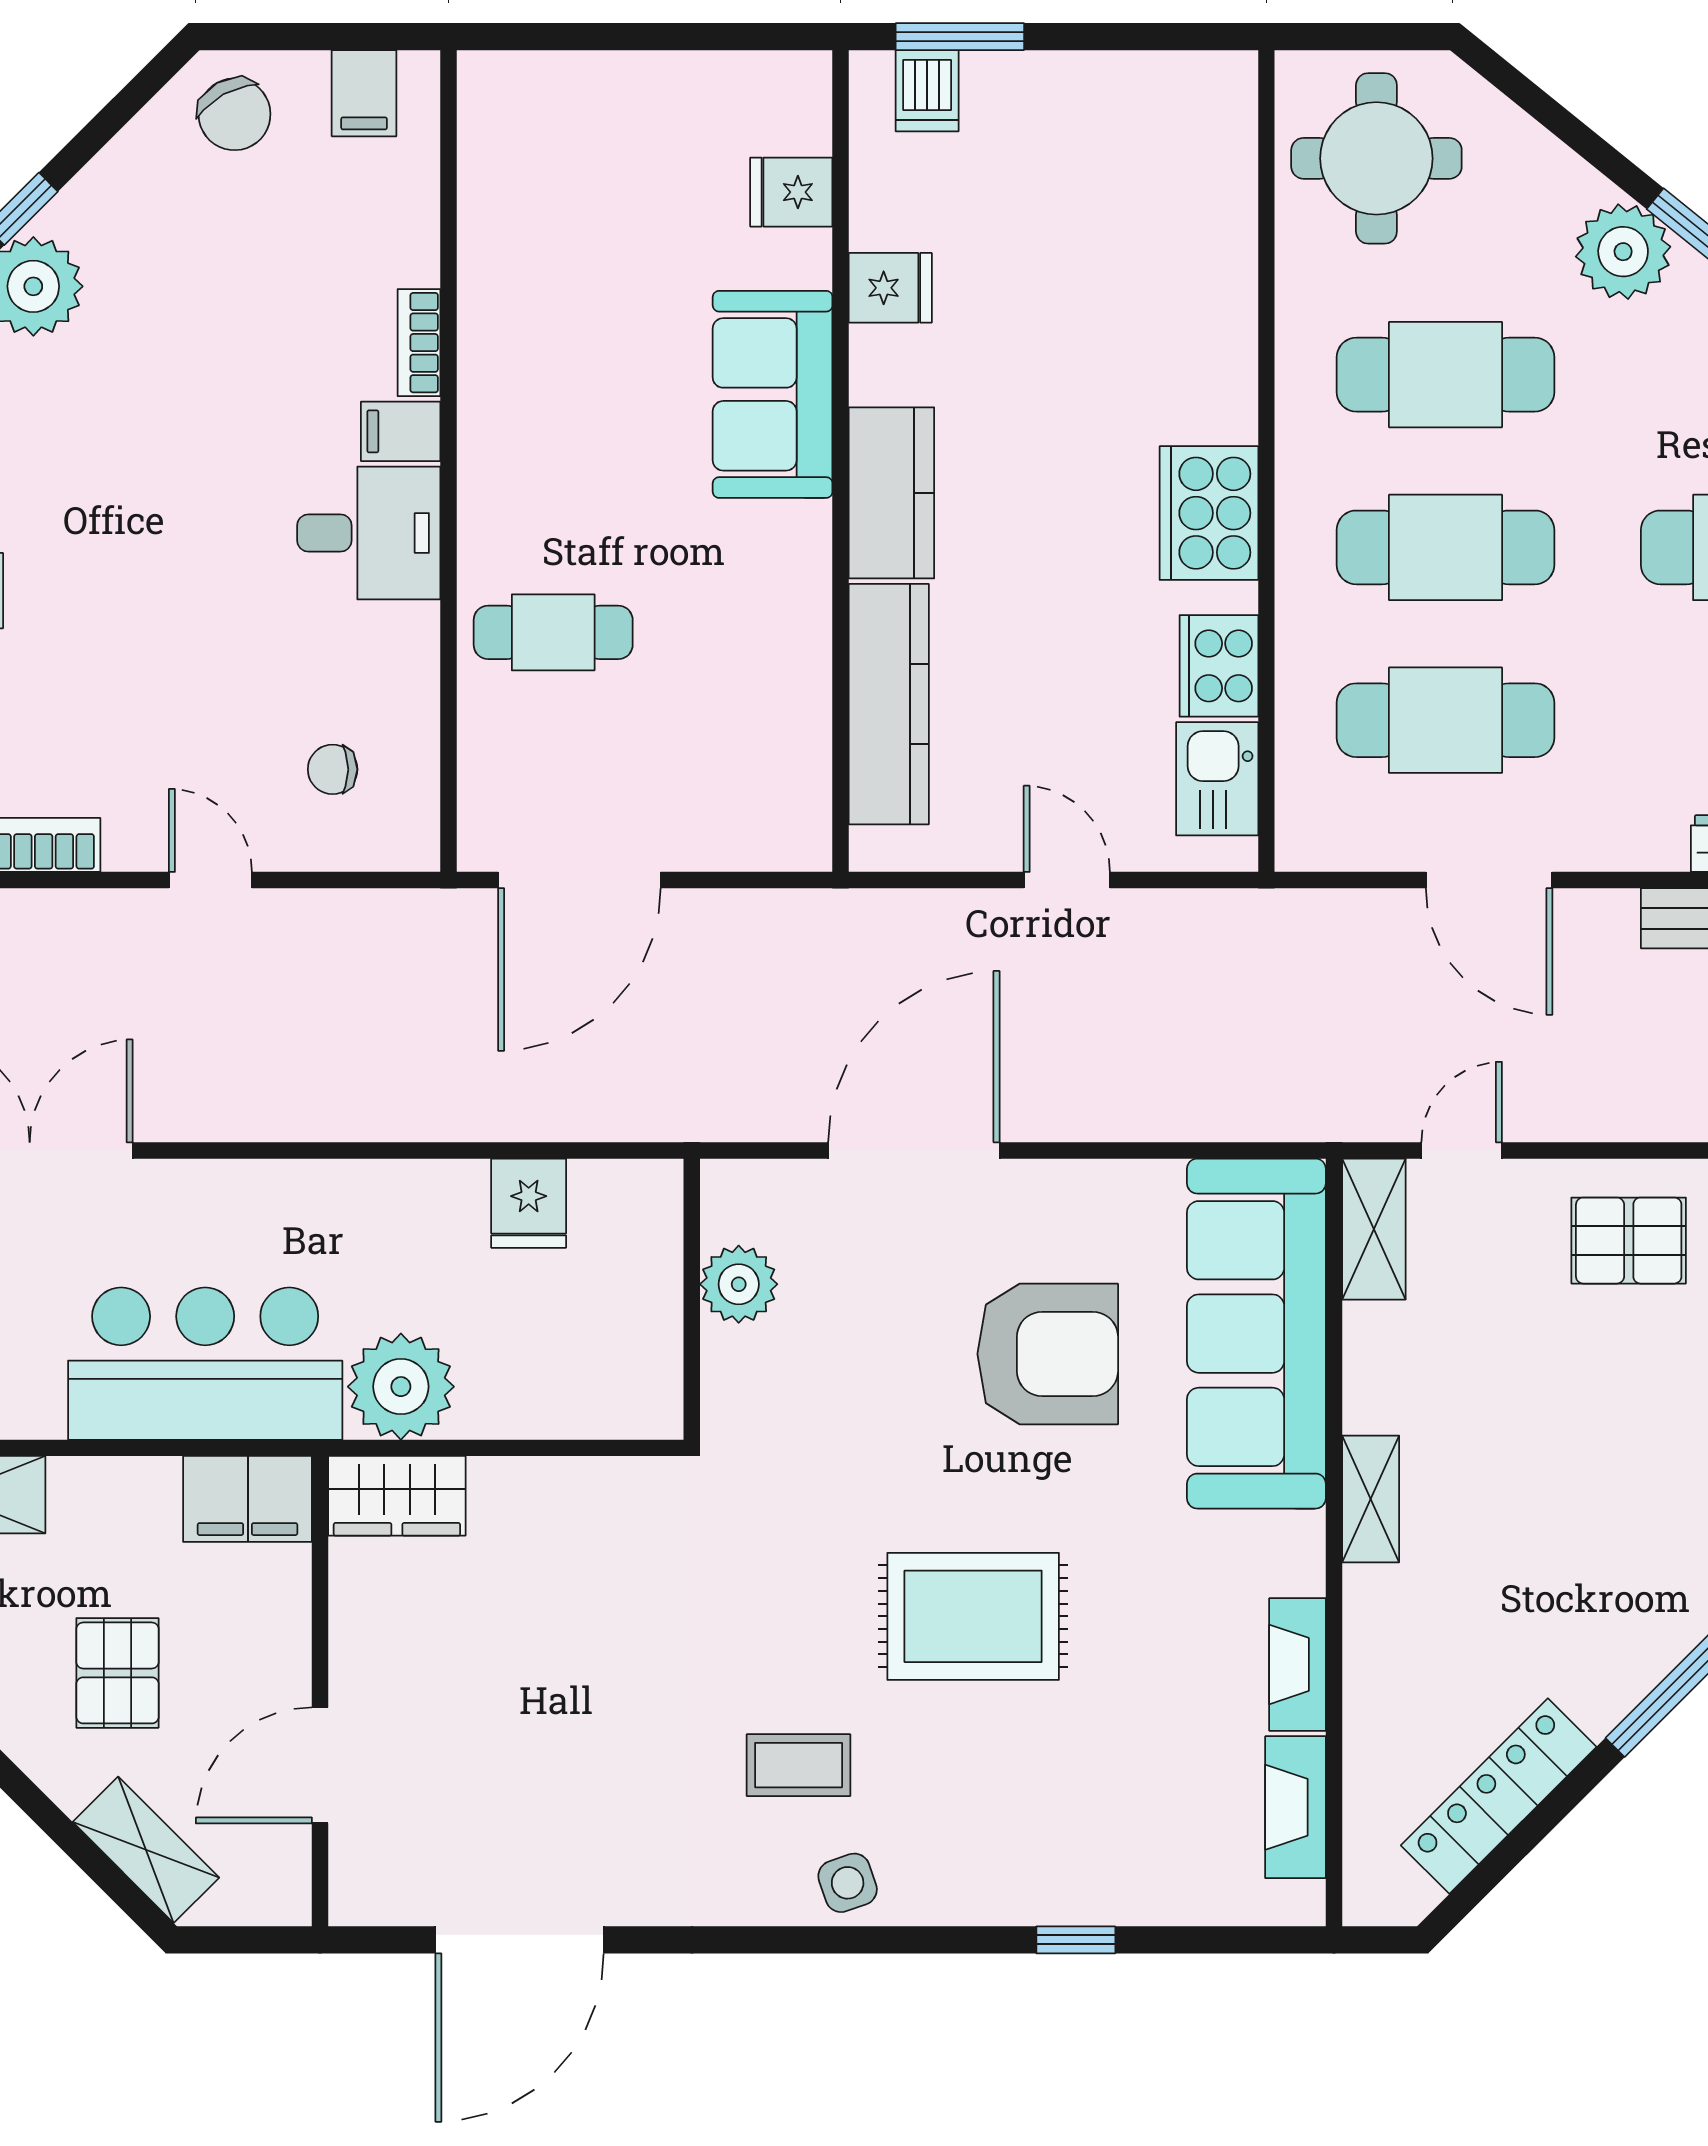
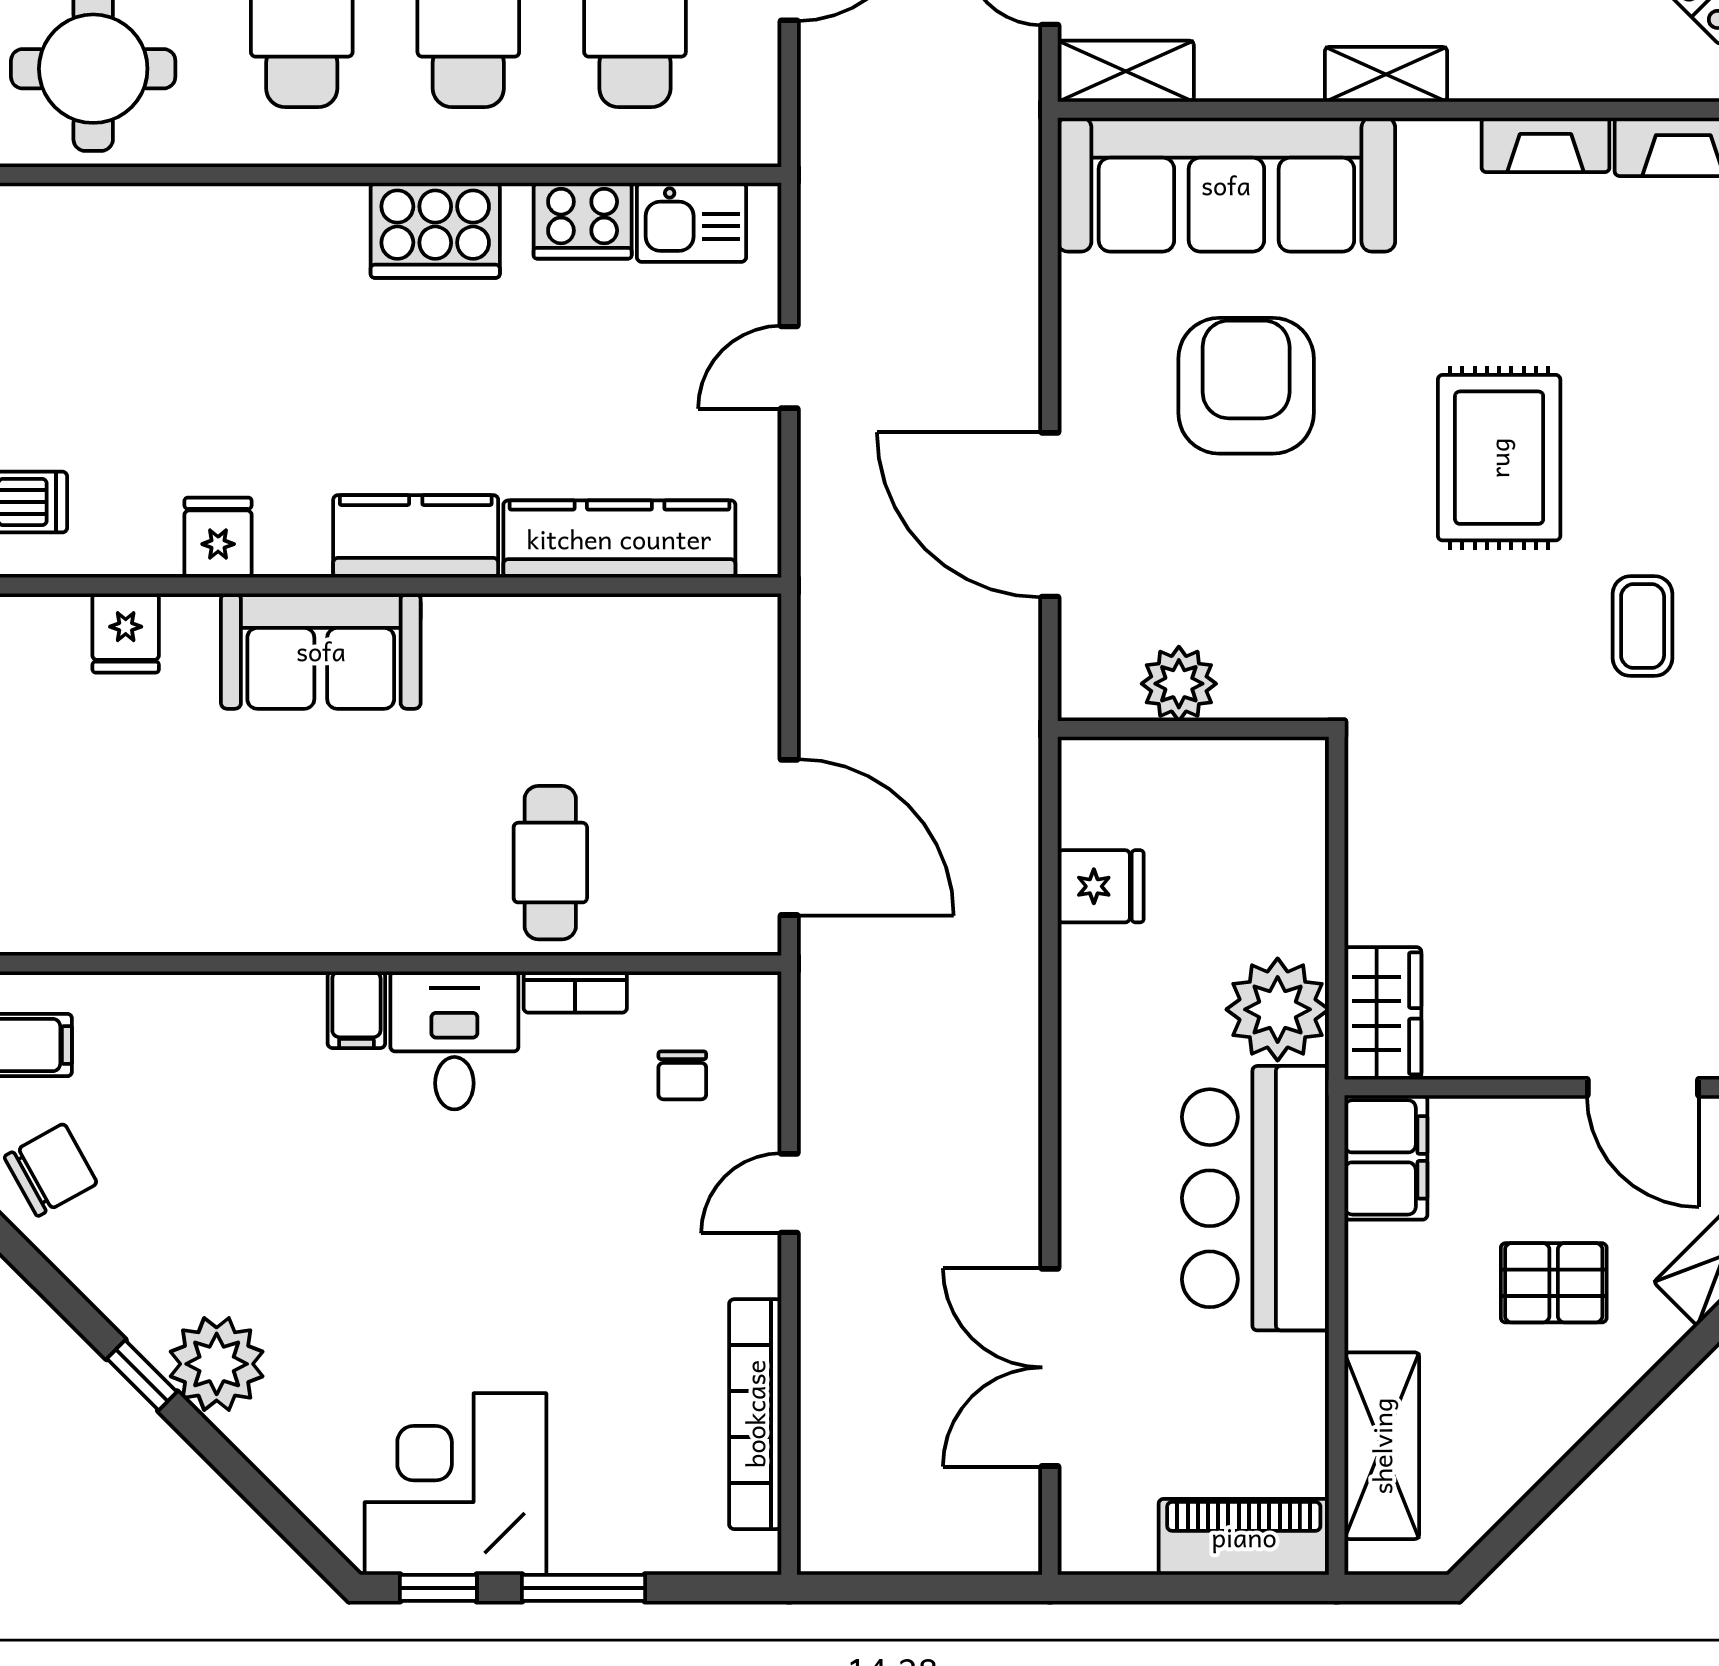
bookcase: (419, 343) -> (575, 992), moved

